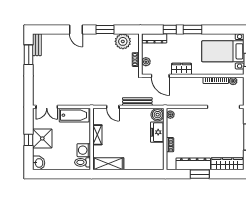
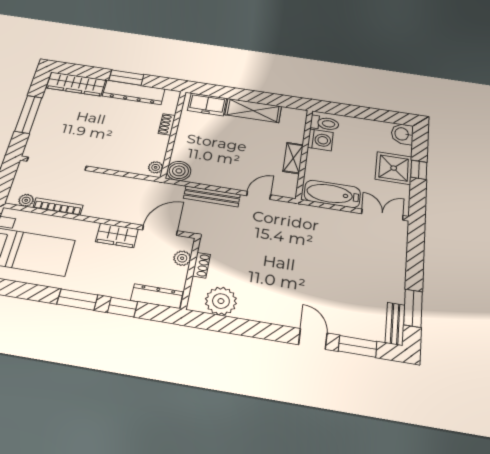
window: (105, 29) -> (358, 346), moved
door: (160, 76) -> (160, 230), hinge flipped
door: (113, 107) -> (259, 195), hinge flipped
freezer: (157, 132) -> (207, 104), moved, turned 90
shelving: (108, 164) -> (253, 110), moved

